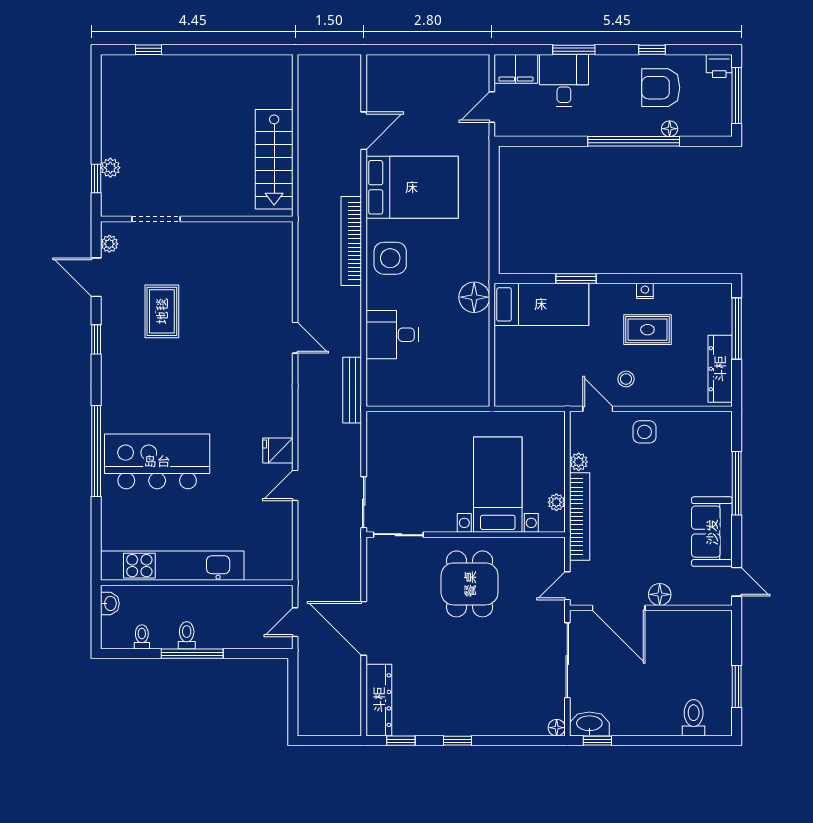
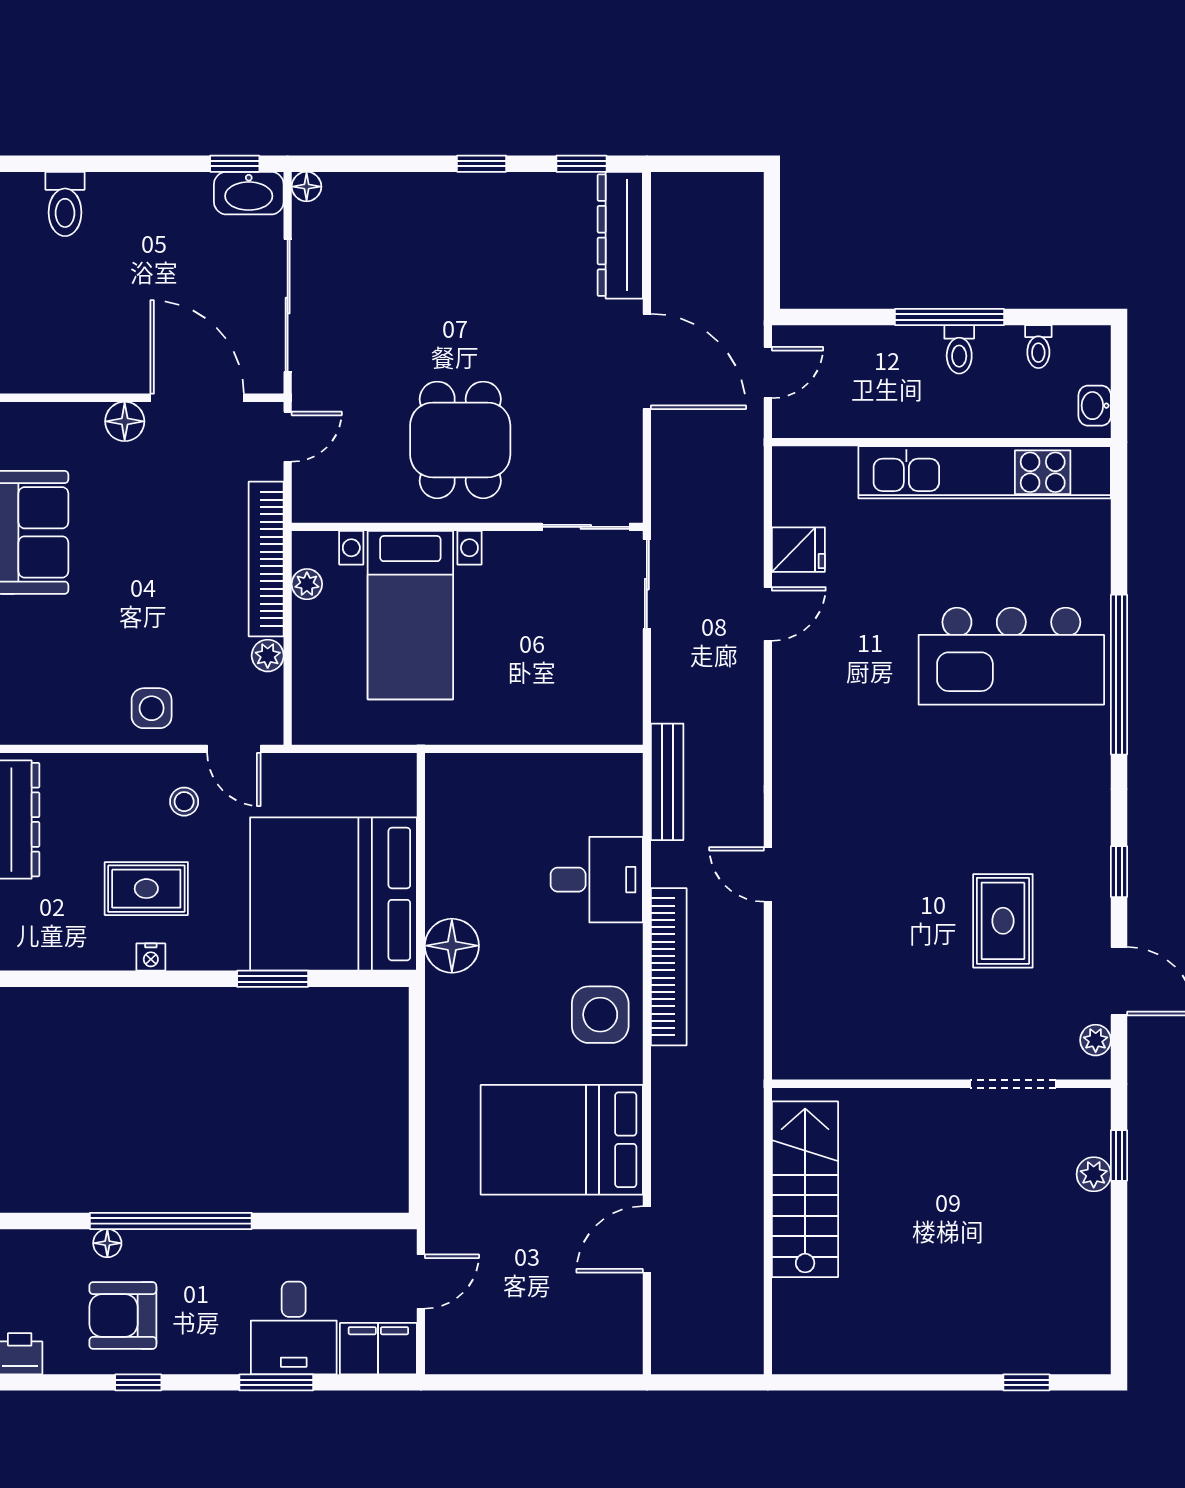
armchair: (661, 88) -> (123, 1315), turned 180
bookcase: (351, 241) -> (669, 967), moved
bed: (541, 304) -> (333, 894), width x2.04
fridge: (278, 451) -> (798, 550), moved

